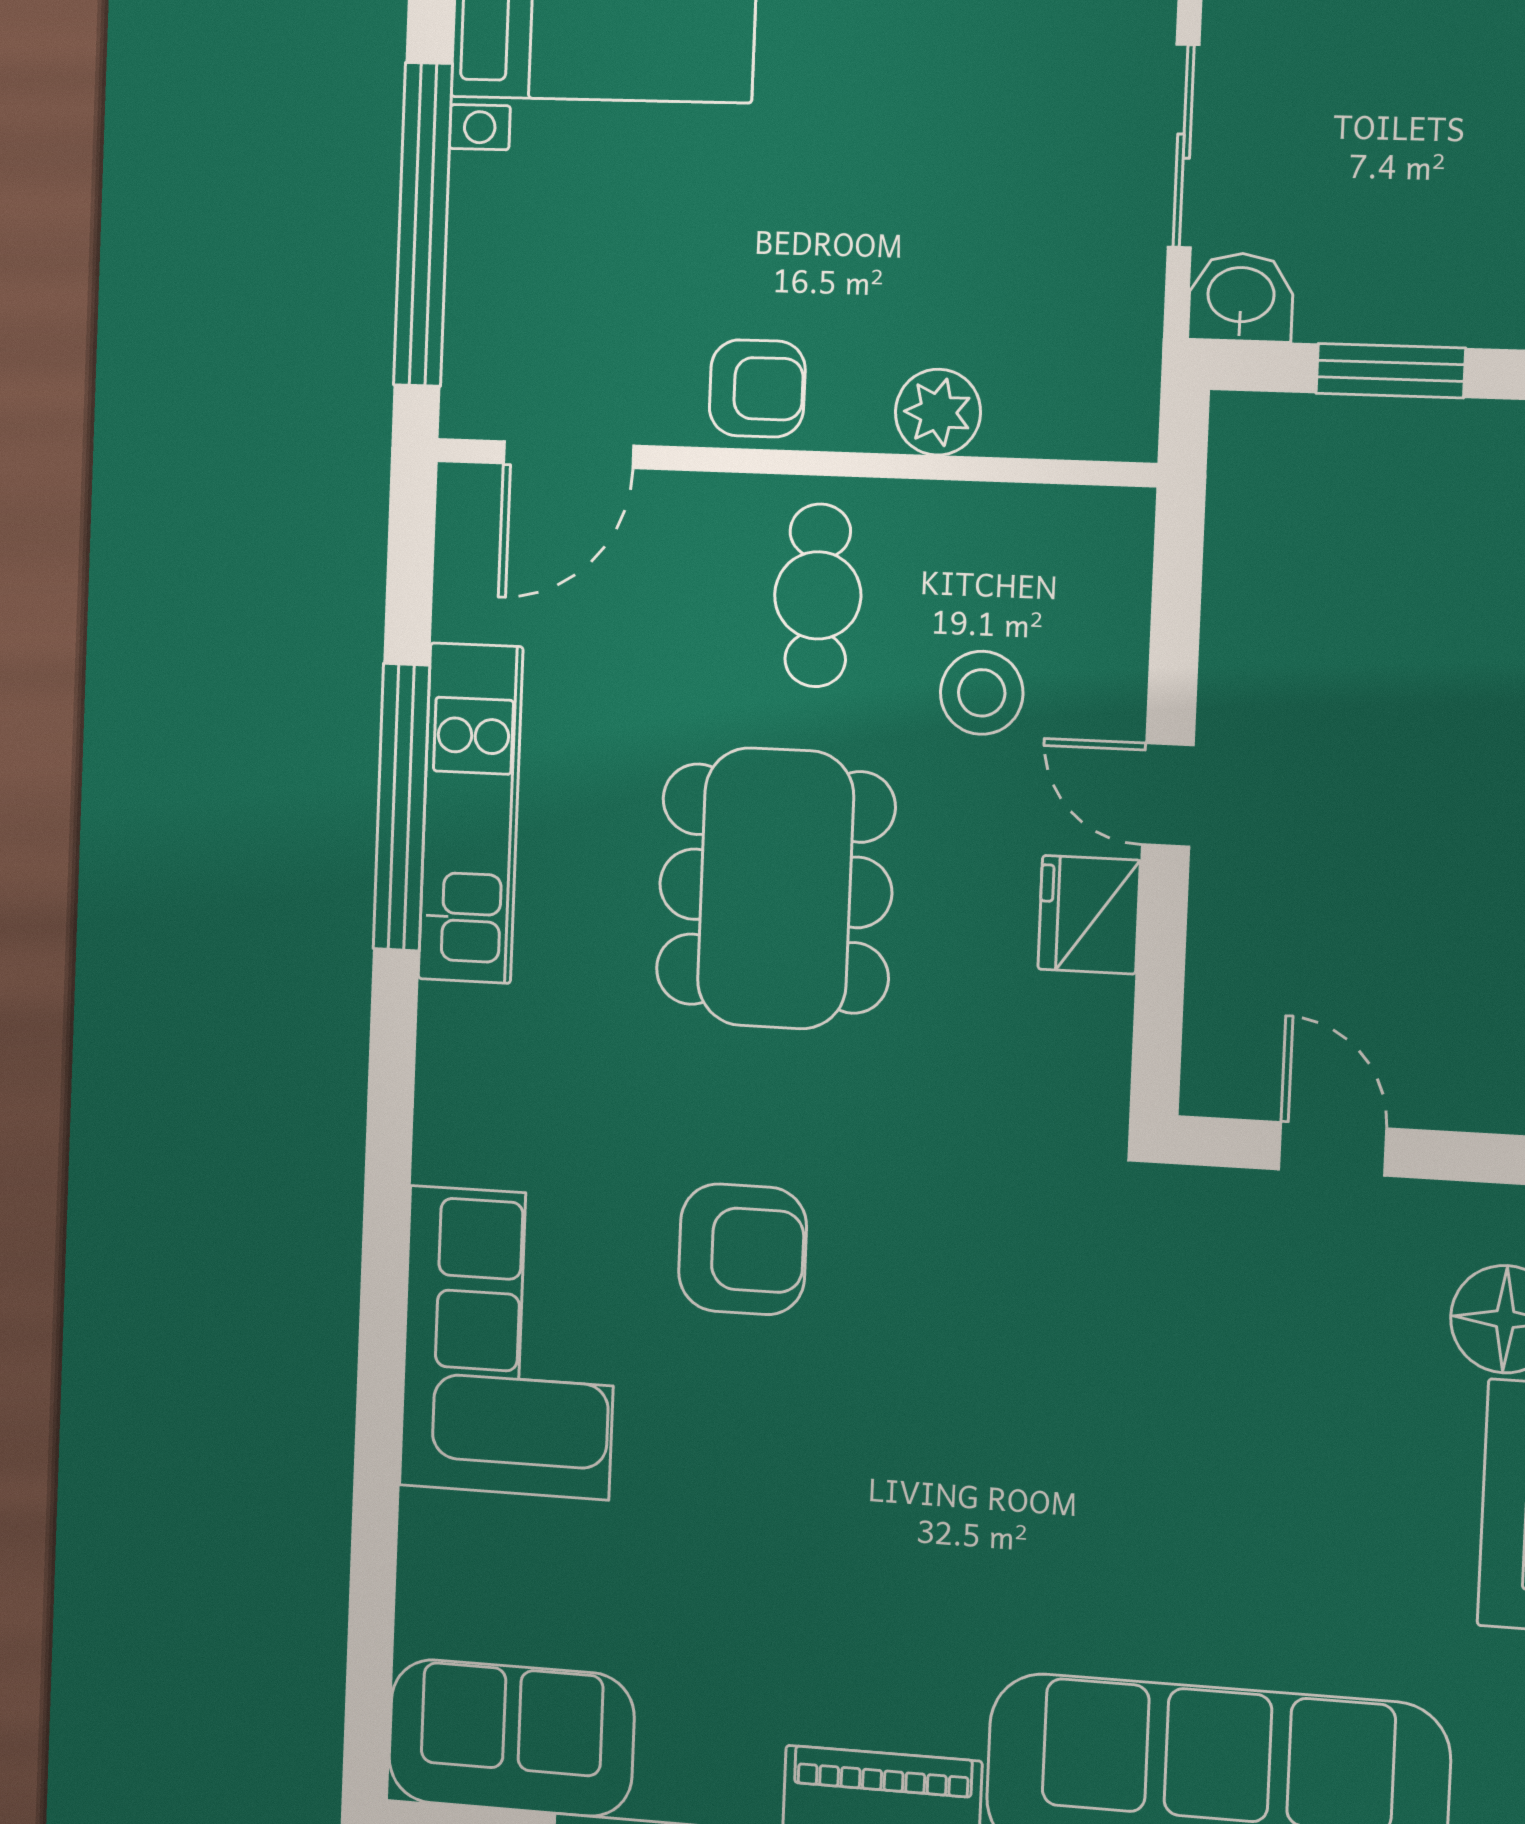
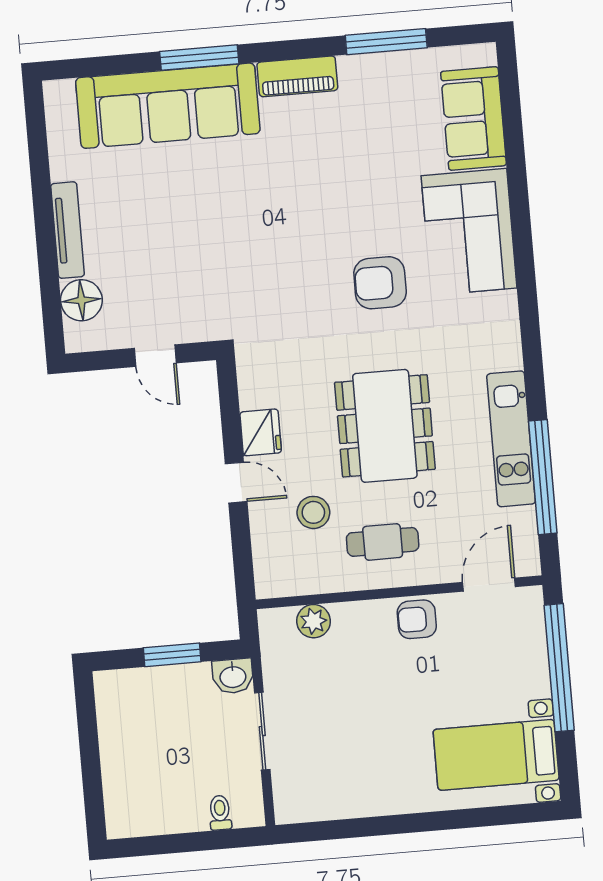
plant: (938, 412) -> (314, 621), moved
cafe table: (818, 595) -> (383, 542), turned 90
window: (401, 807) -> (543, 477), moved
sofa: (511, 1738) -> (473, 118), moved, turned 90

